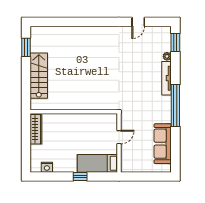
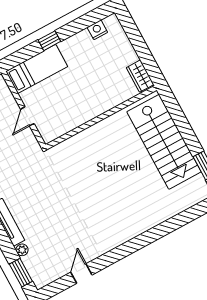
stairs: (39, 76) -> (164, 142), width x1.36, depth x1.51
wardrobe: (36, 129) -> (140, 76), width x0.67

